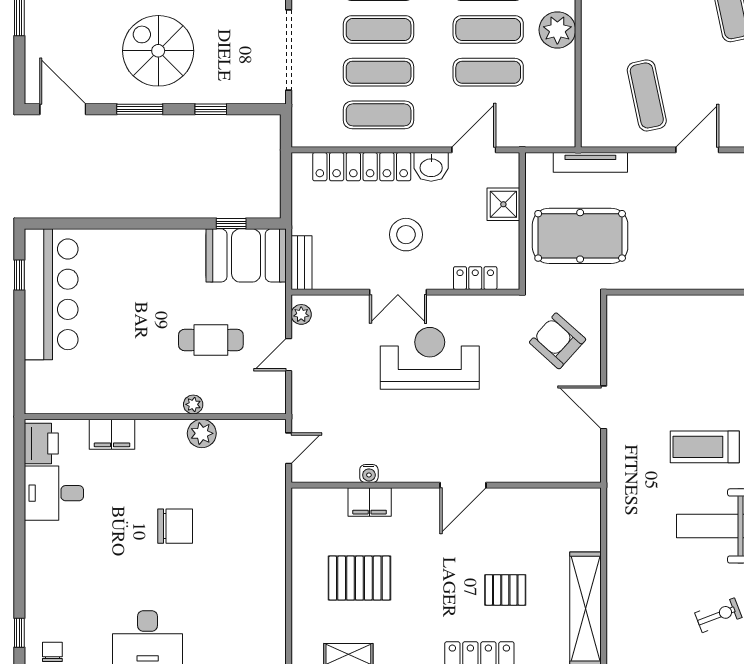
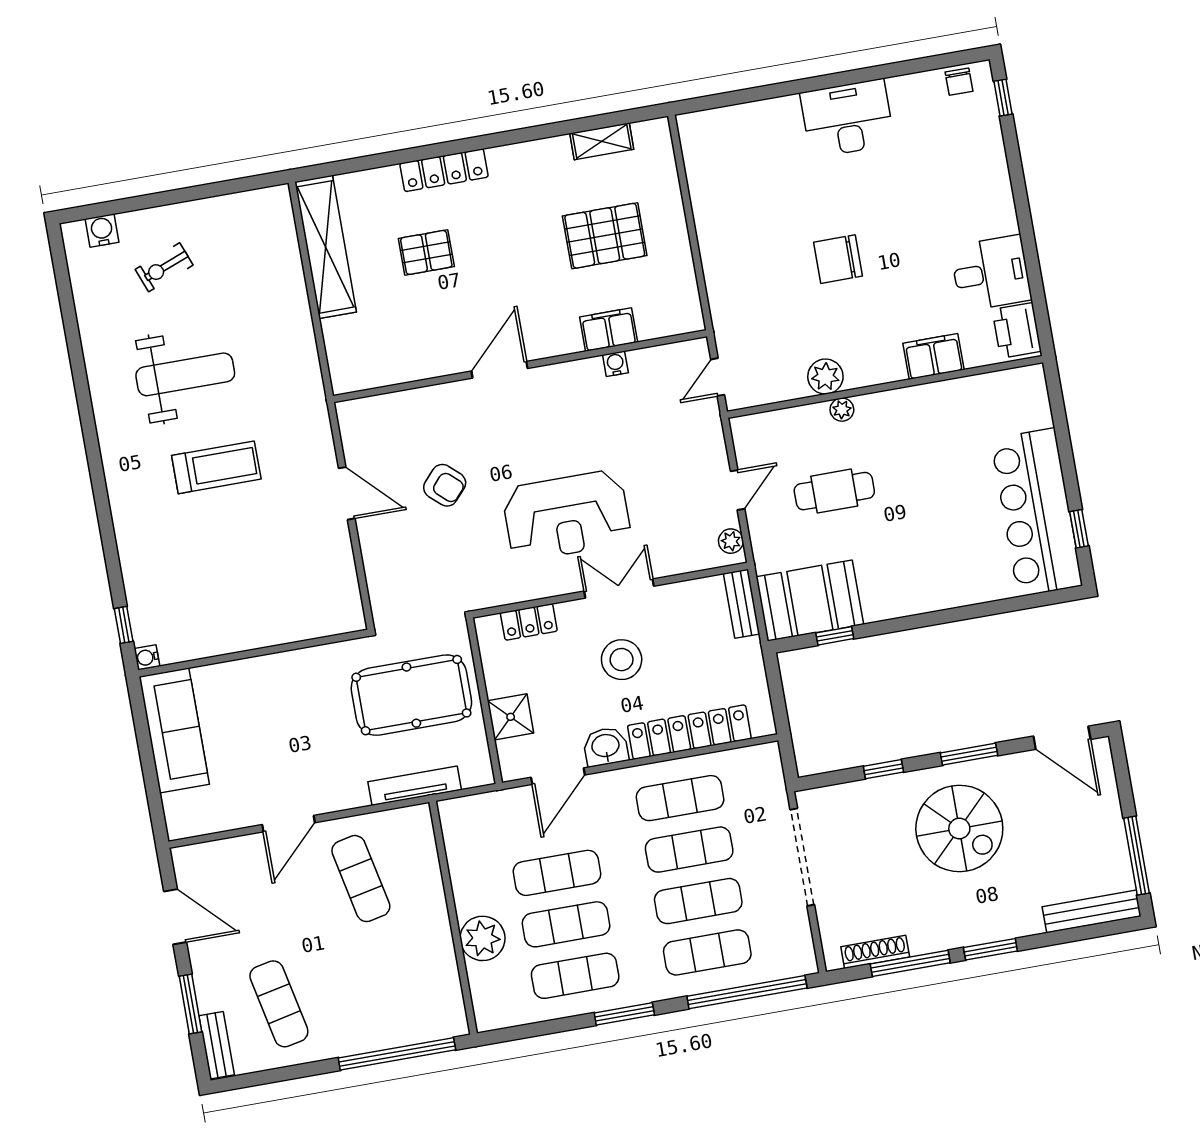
armchair: (558, 341) -> (445, 485), moved, width x0.72, depth x0.72

